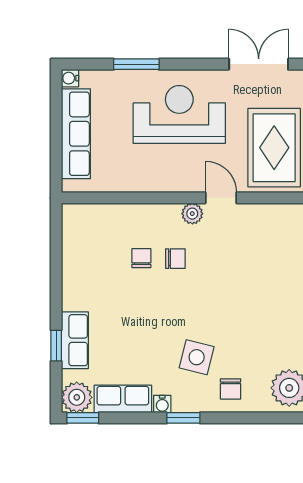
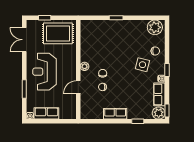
row of seats: (76, 134) -> (46, 113), width x0.68
door: (221, 198) -> (78, 87), moved
row of seats: (75, 340) -> (115, 114), moved

